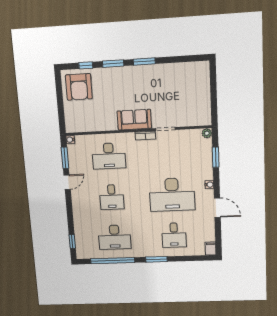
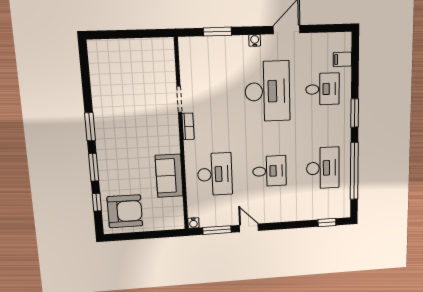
sofa: (134, 120) -> (169, 176), moved
plant: (207, 133) -> (185, 43), removed
filing cabinet: (211, 248) -> (342, 59), moved

